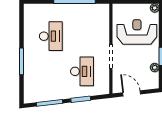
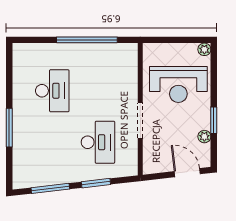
reception desk: (137, 32) -> (178, 84), turned 180
door: (132, 93) -> (187, 173), moved

